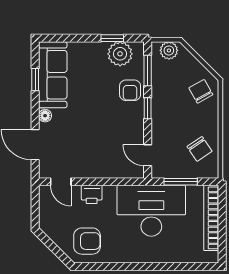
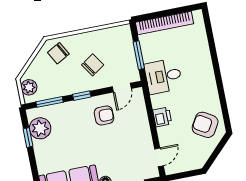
armchair: (130, 90) -> (104, 115), moved
chair: (200, 149) -> (93, 65), moved
printer: (92, 194) -> (162, 117), moved
desk: (151, 211) -> (163, 76), width x0.53, depth x0.77
armchair: (87, 241) -> (205, 125), turned -59

